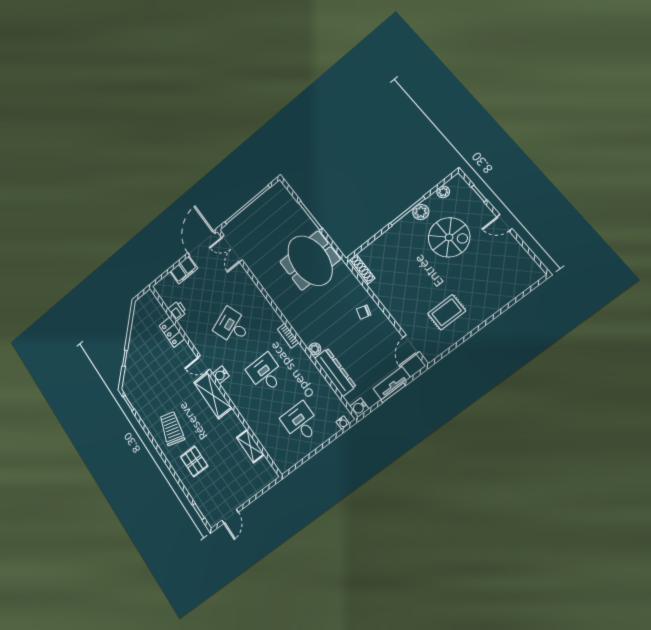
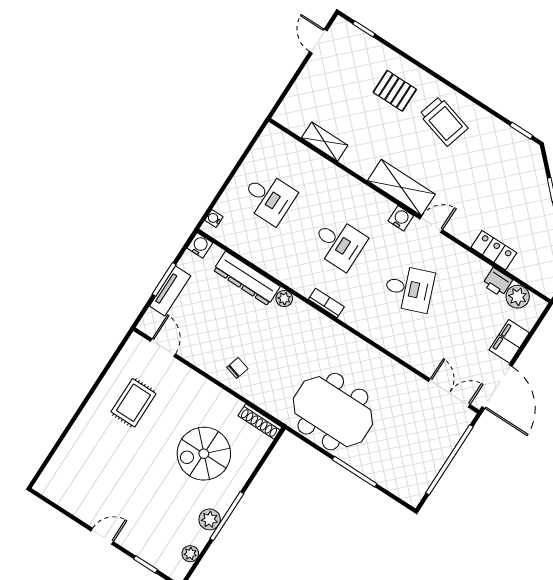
spiral stairs: (449, 237) -> (204, 454), moved
plant: (169, 297) -> (518, 297), added

